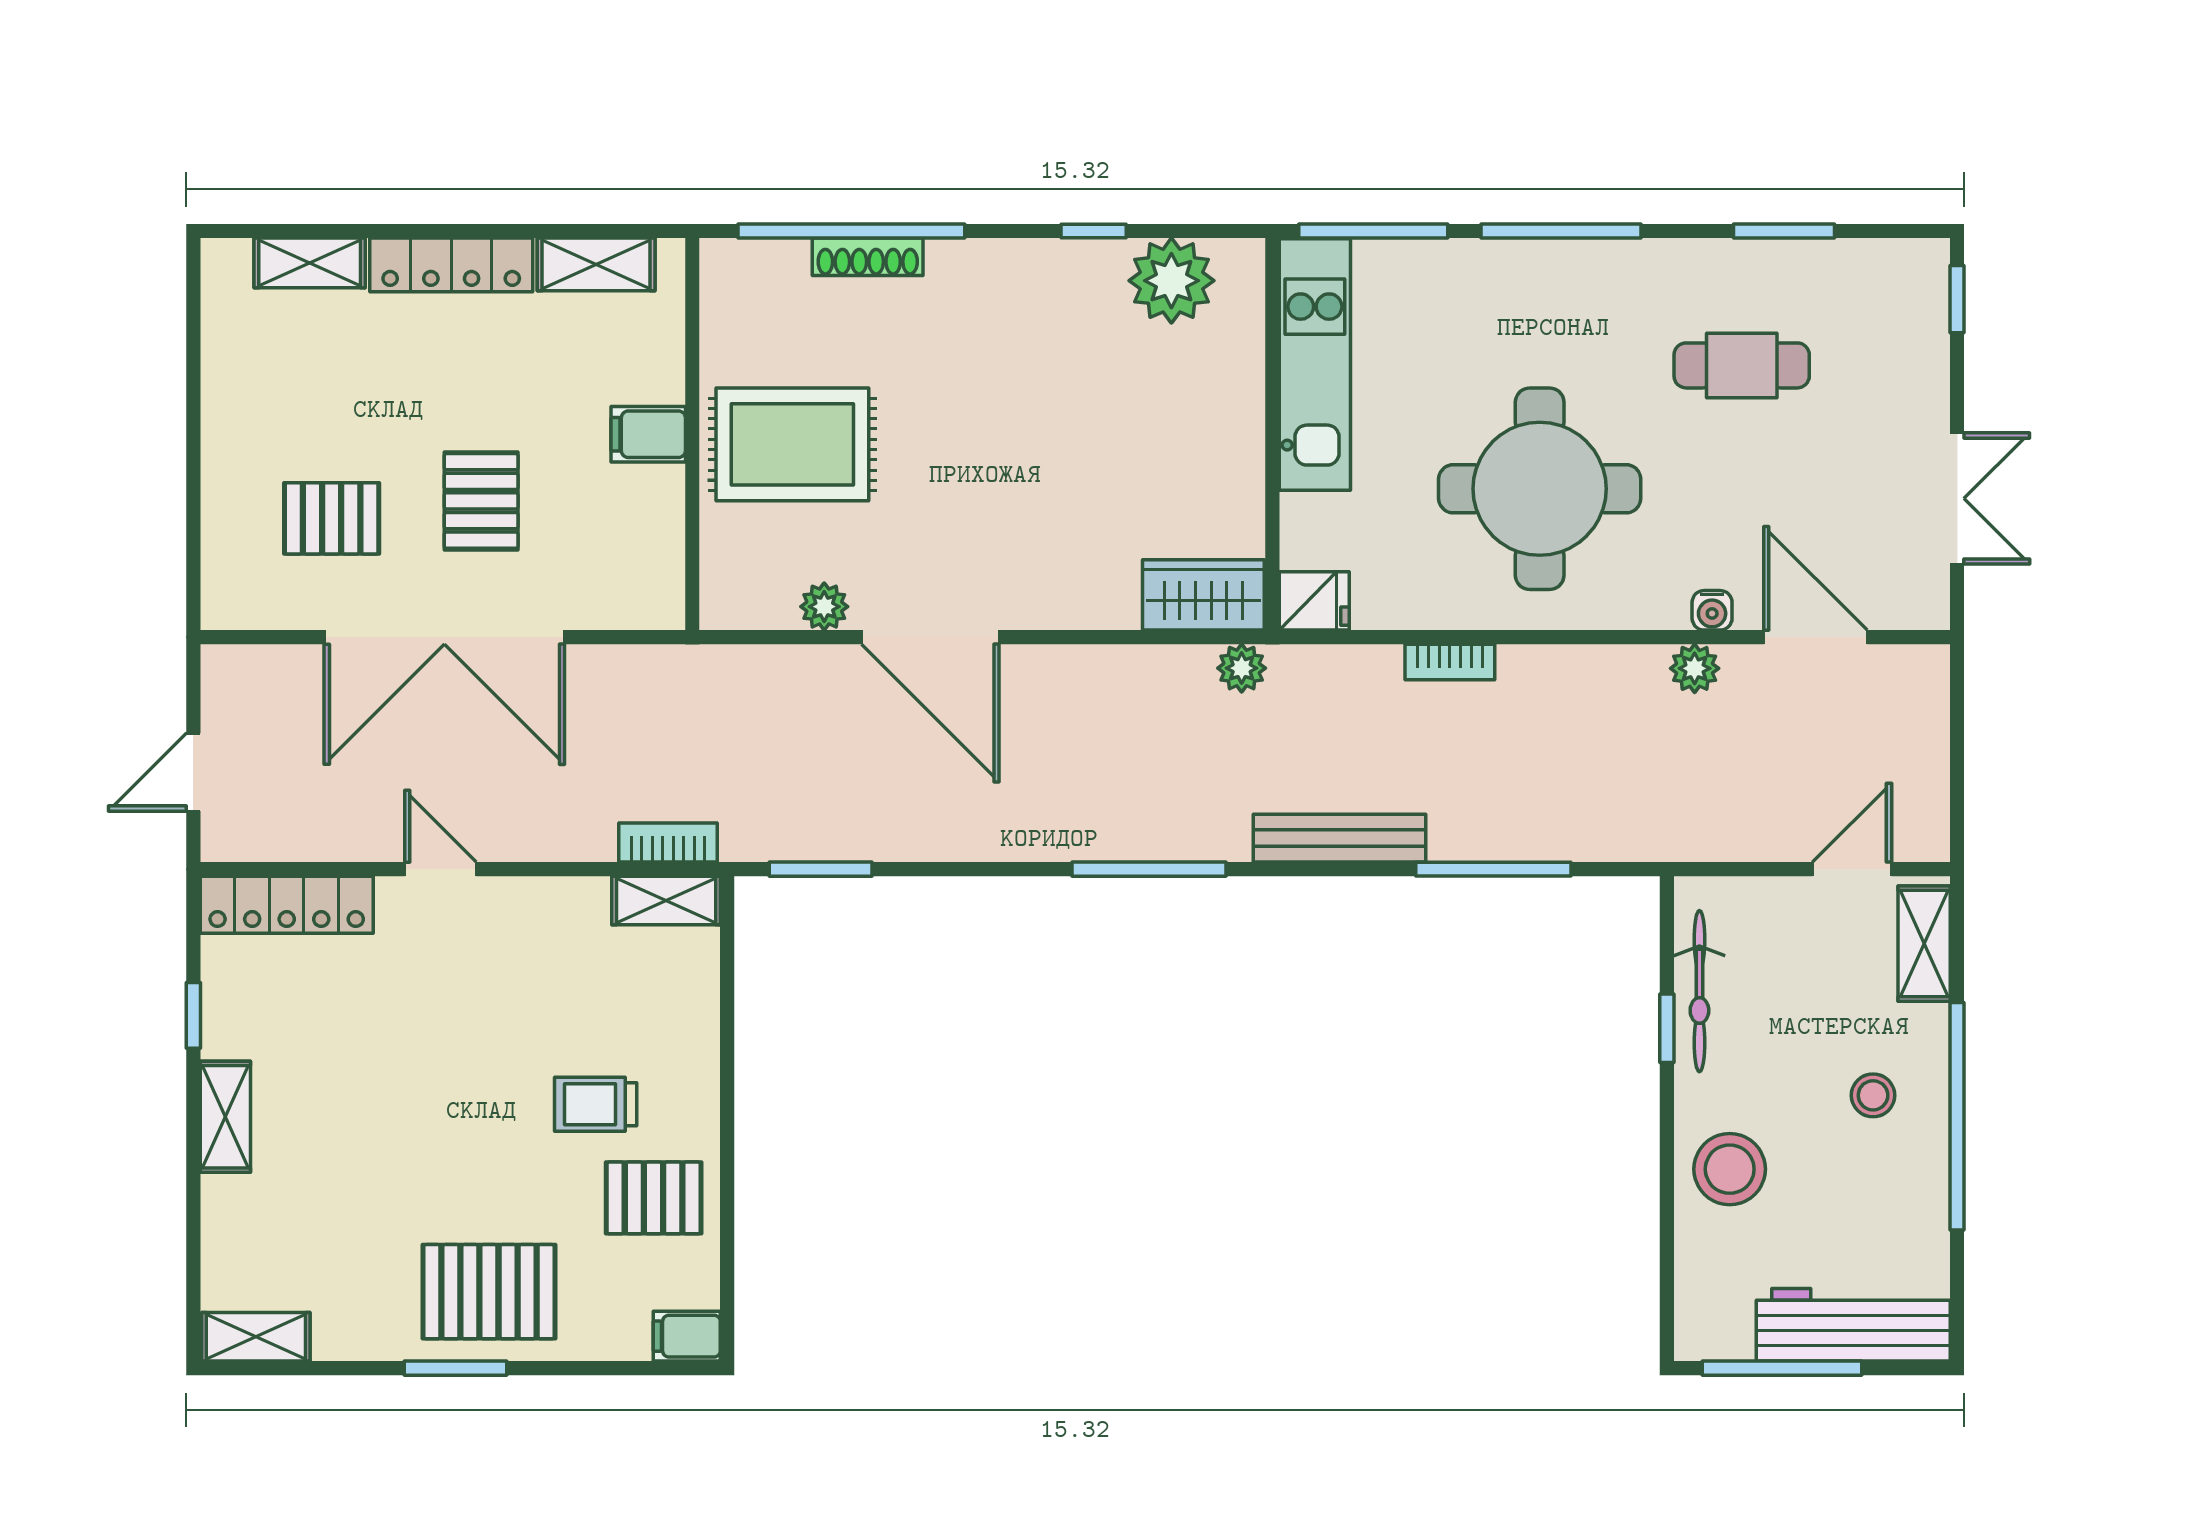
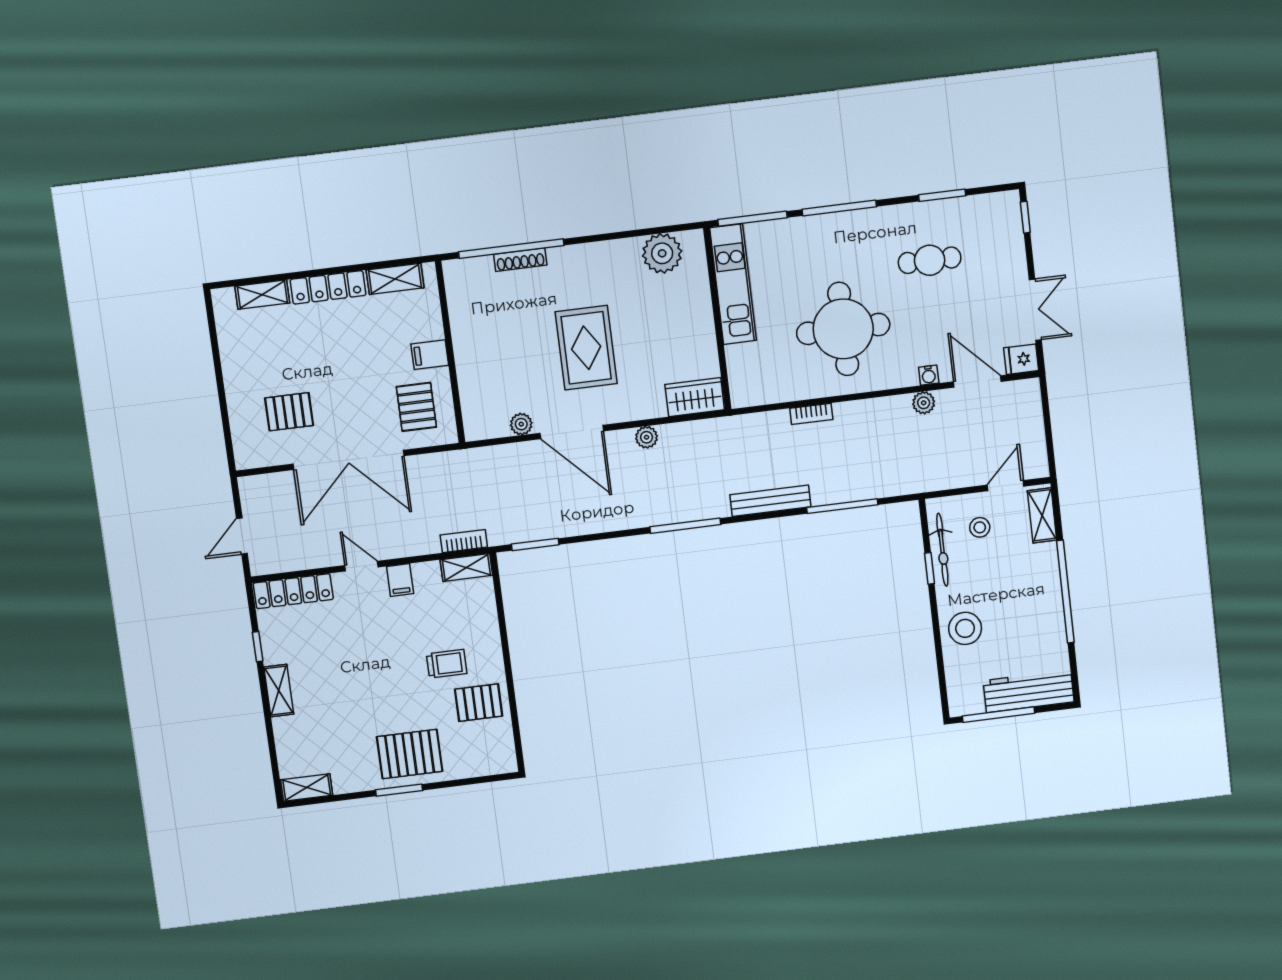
window: (1094, 231) -> (623, 235), removed
rug: (792, 444) -> (586, 348), moved, turned 90
pallet: (481, 501) -> (416, 407), moved
fridge: (1314, 601) -> (1021, 359), moved, turned 180
plant: (1242, 668) -> (647, 437), moved
stool: (1873, 1095) -> (980, 527), moved
trolley: (596, 1104) -> (447, 664), turned 180
filing cabinet: (687, 1336) -> (400, 580), moved, turned -90

